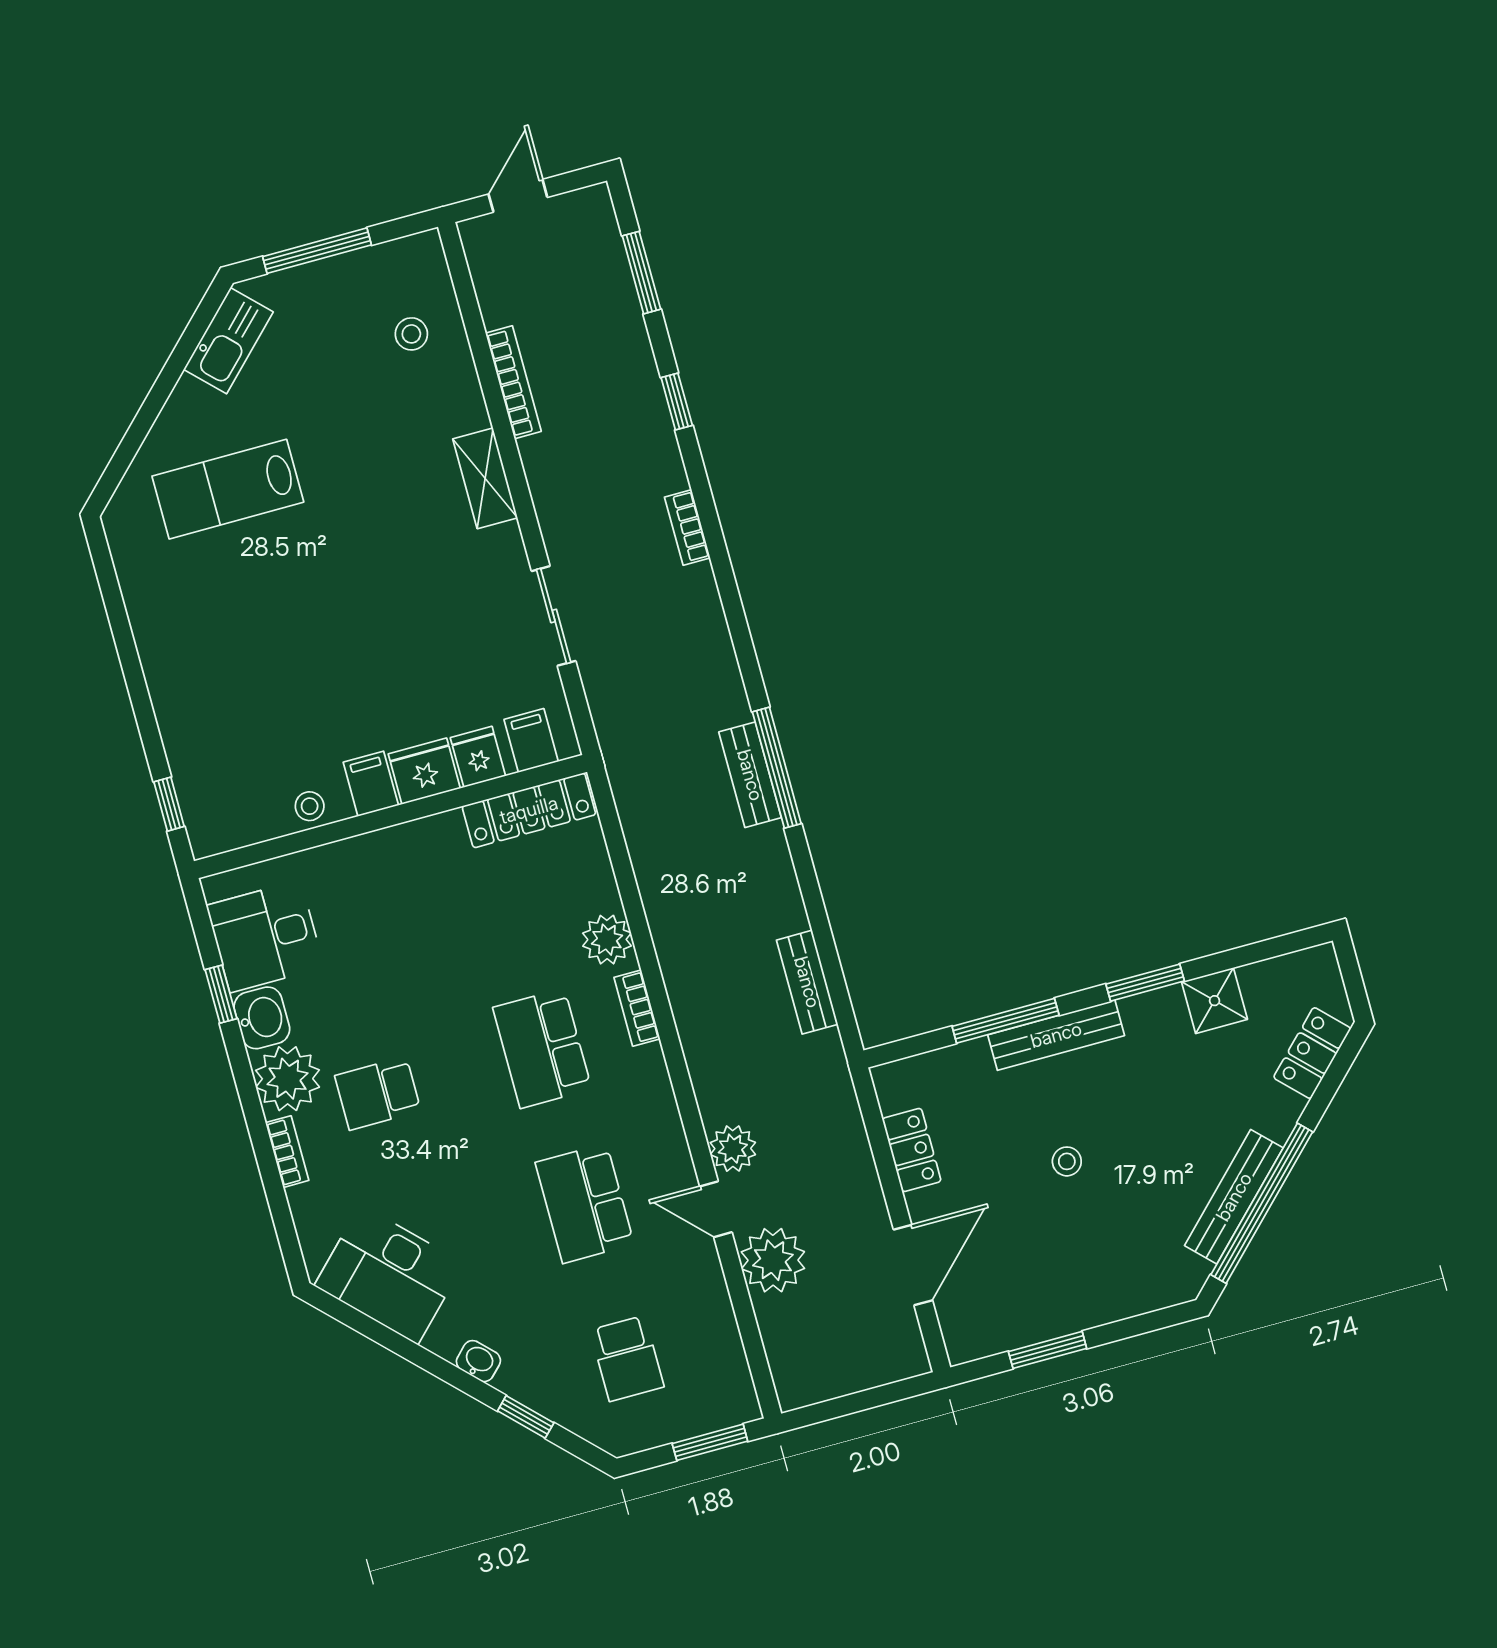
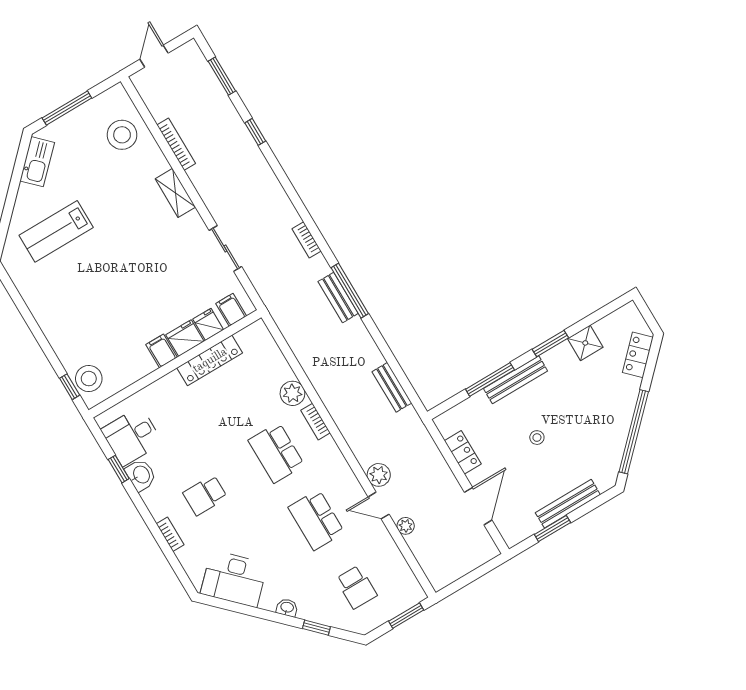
stool: (411, 334) -> (122, 135), width x1.89, depth x1.89
bookcase: (687, 527) -> (307, 240), moved
stool: (310, 806) -> (89, 379), moved, width x1.89, depth x1.89
locker: (529, 810) -> (210, 360), moved
plant: (288, 1079) -> (161, 500), removed
bench: (1234, 1197) -> (568, 504), moved, turned 45
plant: (773, 1260) -> (406, 526), width x0.53, depth x0.53

